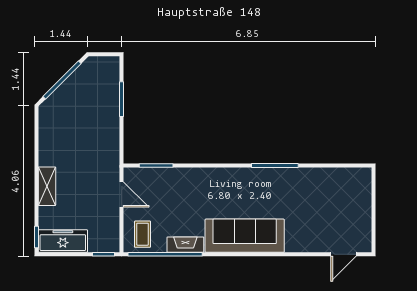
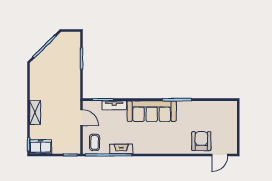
tv unit: (174, 175) -> (114, 105), added
armchair: (314, 232) -> (201, 141), added
sofa: (245, 236) -> (152, 111), moved, turned 180
freezer: (63, 241) -> (41, 147), width x0.71

